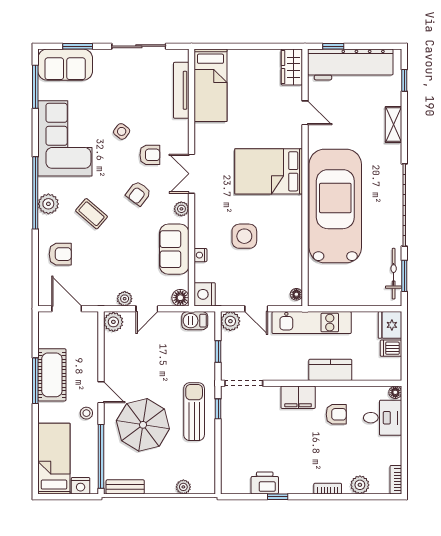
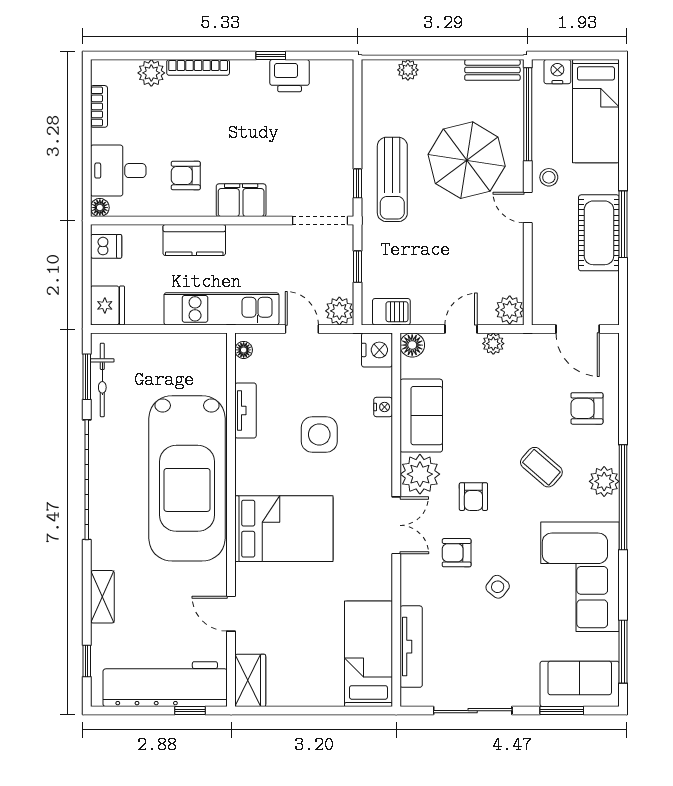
armchair: (138, 193) -> (473, 497), turned 143
plant: (181, 209) -> (420, 474), width x1.88, depth x1.88
tv unit: (295, 253) -> (246, 410), added
dishwasher: (391, 348) -> (106, 246), moved
bookcase: (396, 480) -> (99, 106), moved
bookcase: (328, 489) -> (198, 67), width x1.56

